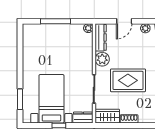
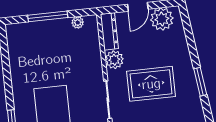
plant: (88, 28) -> (78, 23), moved
plant: (145, 28) -> (162, 19), width x1.88, depth x1.88

